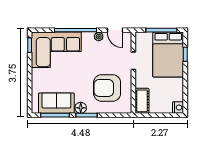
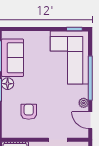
door: (115, 30) -> (90, 120), hinge flipped
armchair: (107, 88) -> (29, 112), width x0.53, depth x0.53

